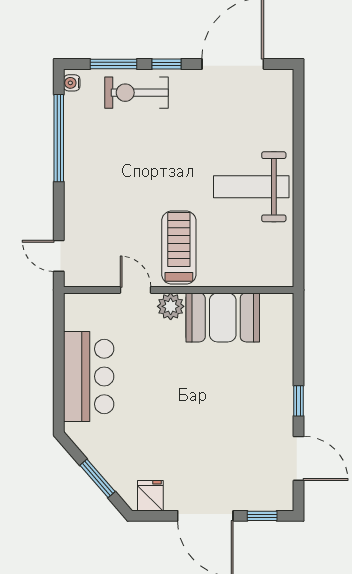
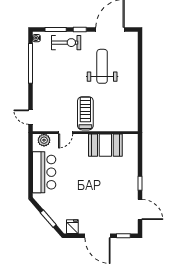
exercise bike: (137, 93) -> (66, 43), turned 180
weight bench: (251, 187) -> (102, 66), moved, turned 90
door: (135, 290) -> (66, 133), swing flipped
plant: (171, 306) -> (44, 140), moved

